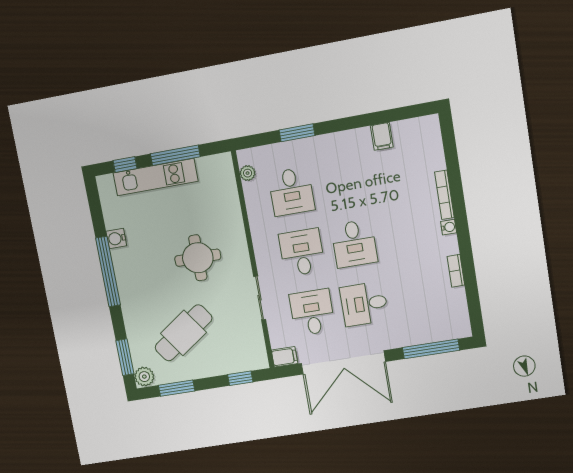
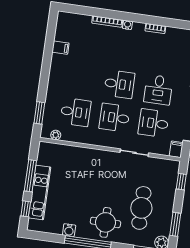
window: (297, 133) -> (39, 113), moved
round table: (198, 258) -> (105, 222), moved
cafe table: (183, 333) -> (141, 208), turned 35

